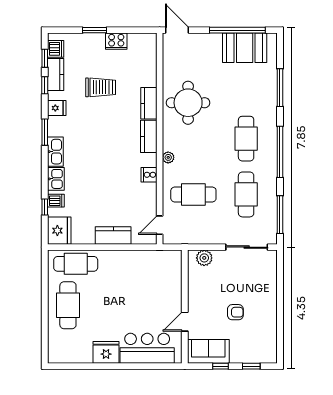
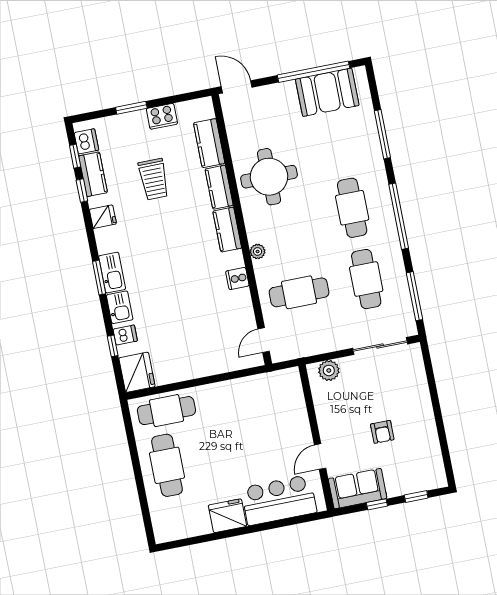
trolley: (101, 87) -> (154, 179), turned 90
window: (45, 132) -> (99, 278), moved
kitchen counter: (113, 235) -> (209, 143), moved, turned -90
armchair: (235, 312) -> (382, 432), turned 90

